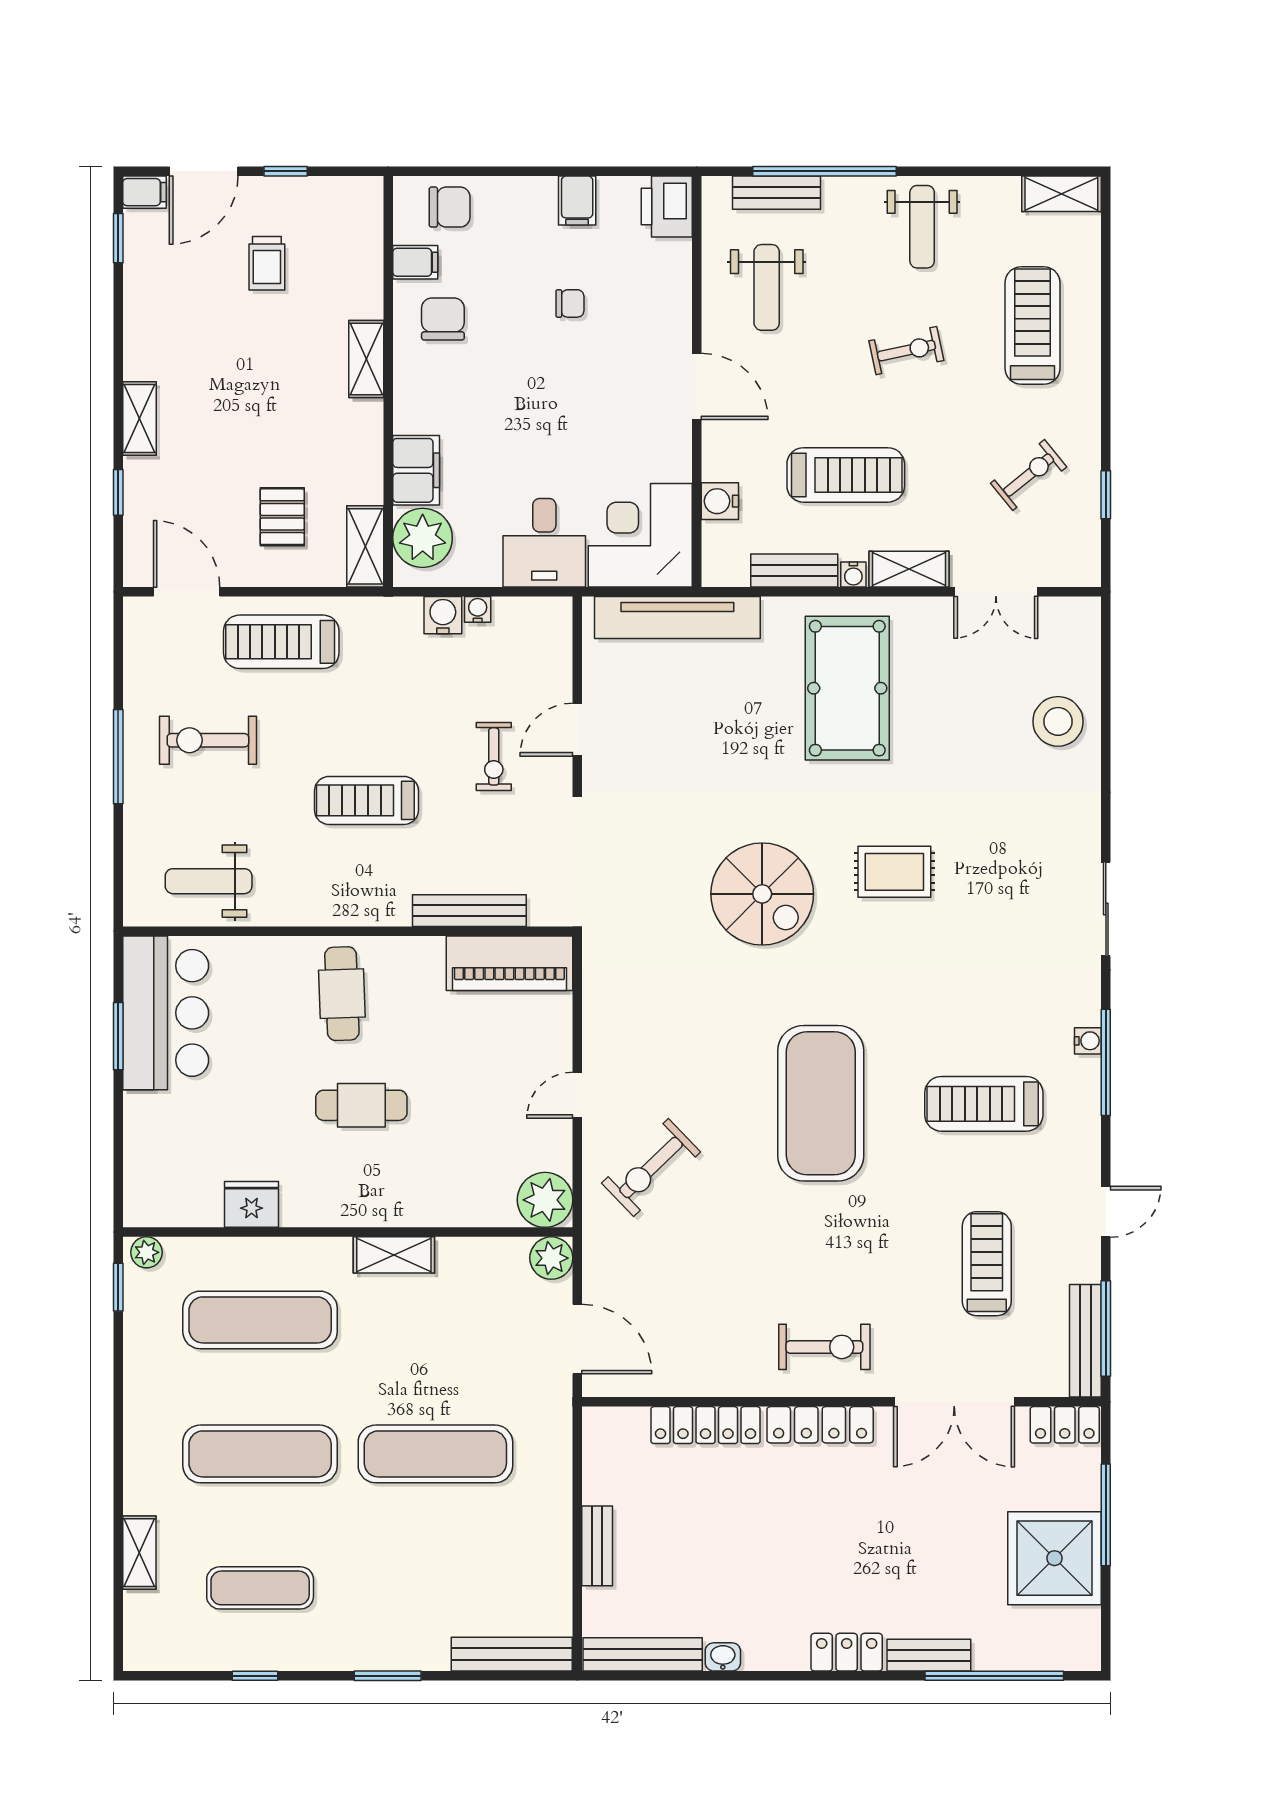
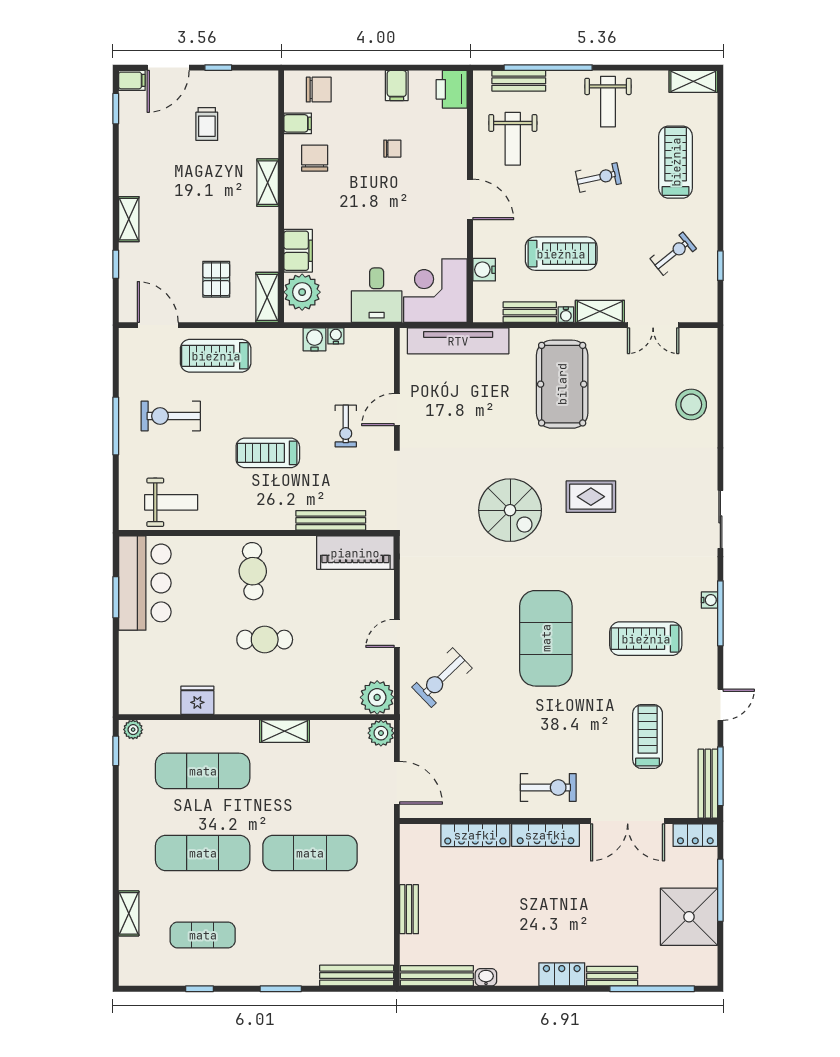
weight bench: (209, 881) -> (171, 502), turned 180

